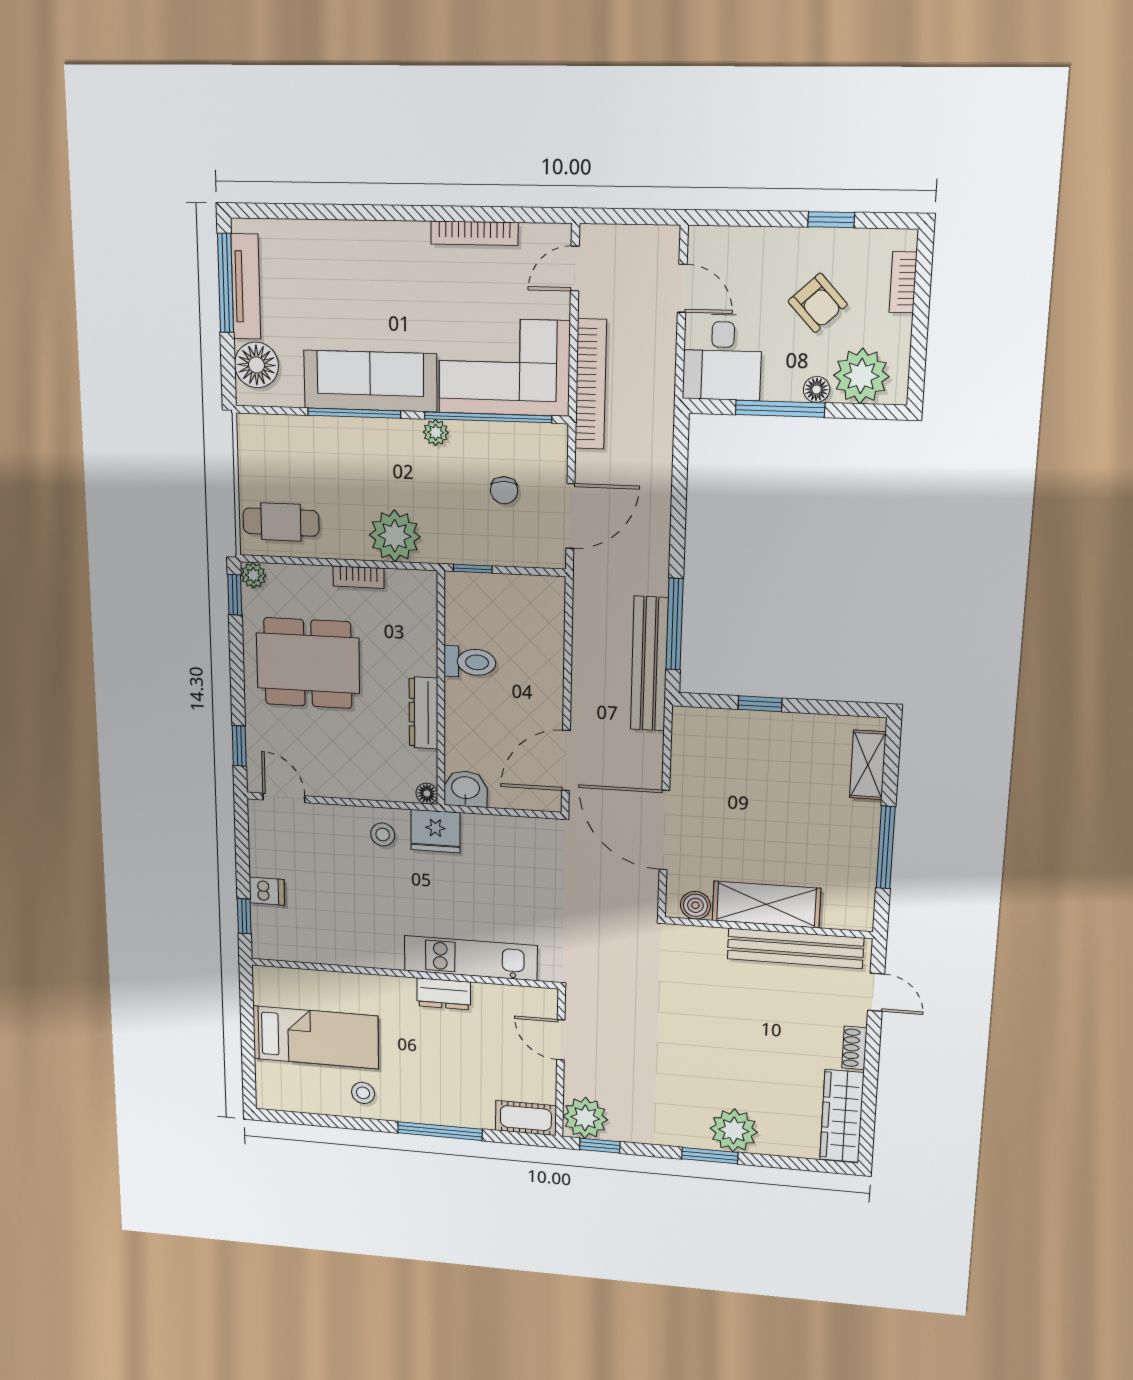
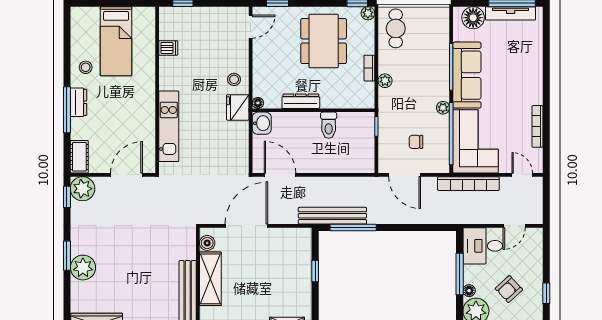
plant: (395, 536) -> (385, 81), width x0.53, depth x0.53
dishwasher: (267, 891) -> (168, 48), moved, turned -90
dresser: (444, 994) -> (78, 102), moved, turned 180
door: (561, 1040) -> (126, 175), width x1.38

